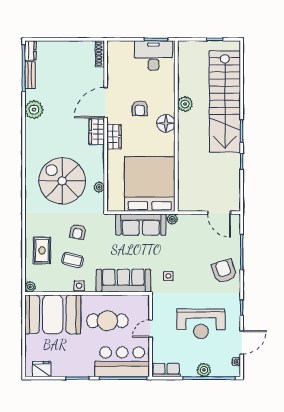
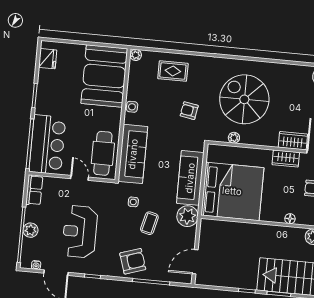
floor lamp: (166, 123) -> (290, 219), width x0.53, depth x0.53
spiral stairs: (62, 181) -> (244, 99), turned -90
plant: (172, 219) -> (187, 216), width x1.88, depth x1.88
coffee table: (73, 260) -> (149, 223), moved
cafe table: (107, 321) -> (103, 153), moved

